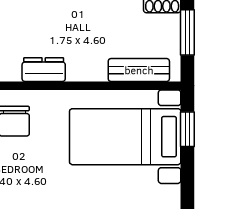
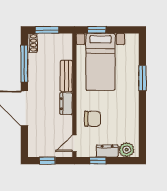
bench: (139, 70) -> (66, 76), moved

